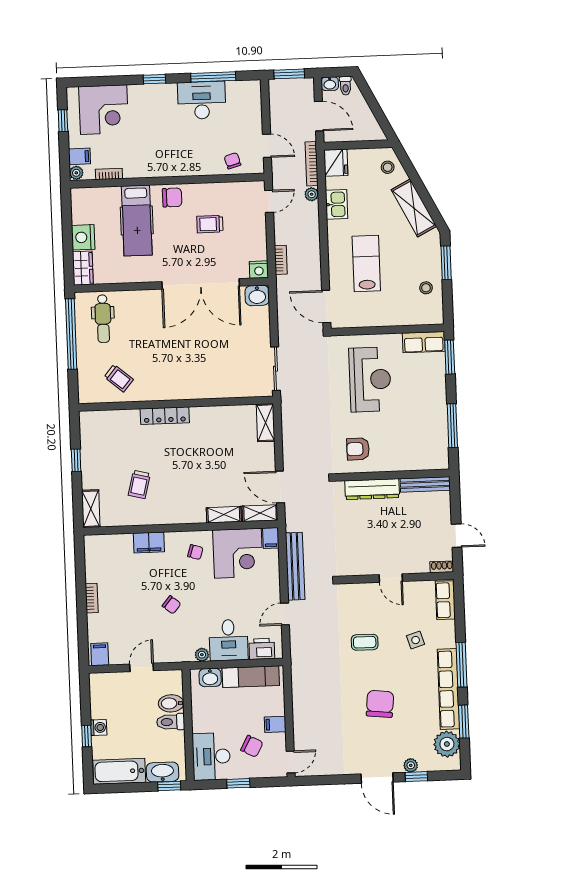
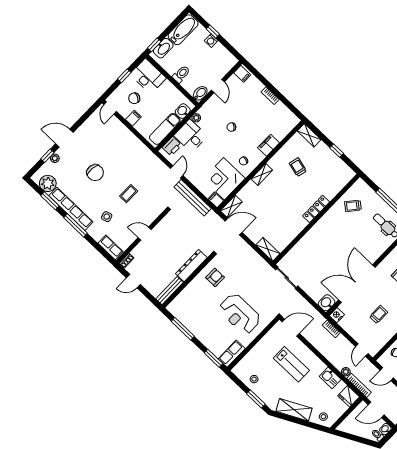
shelving: (224, 515) -> (262, 175), moved
bidet: (171, 703) -> (200, 93), moved

